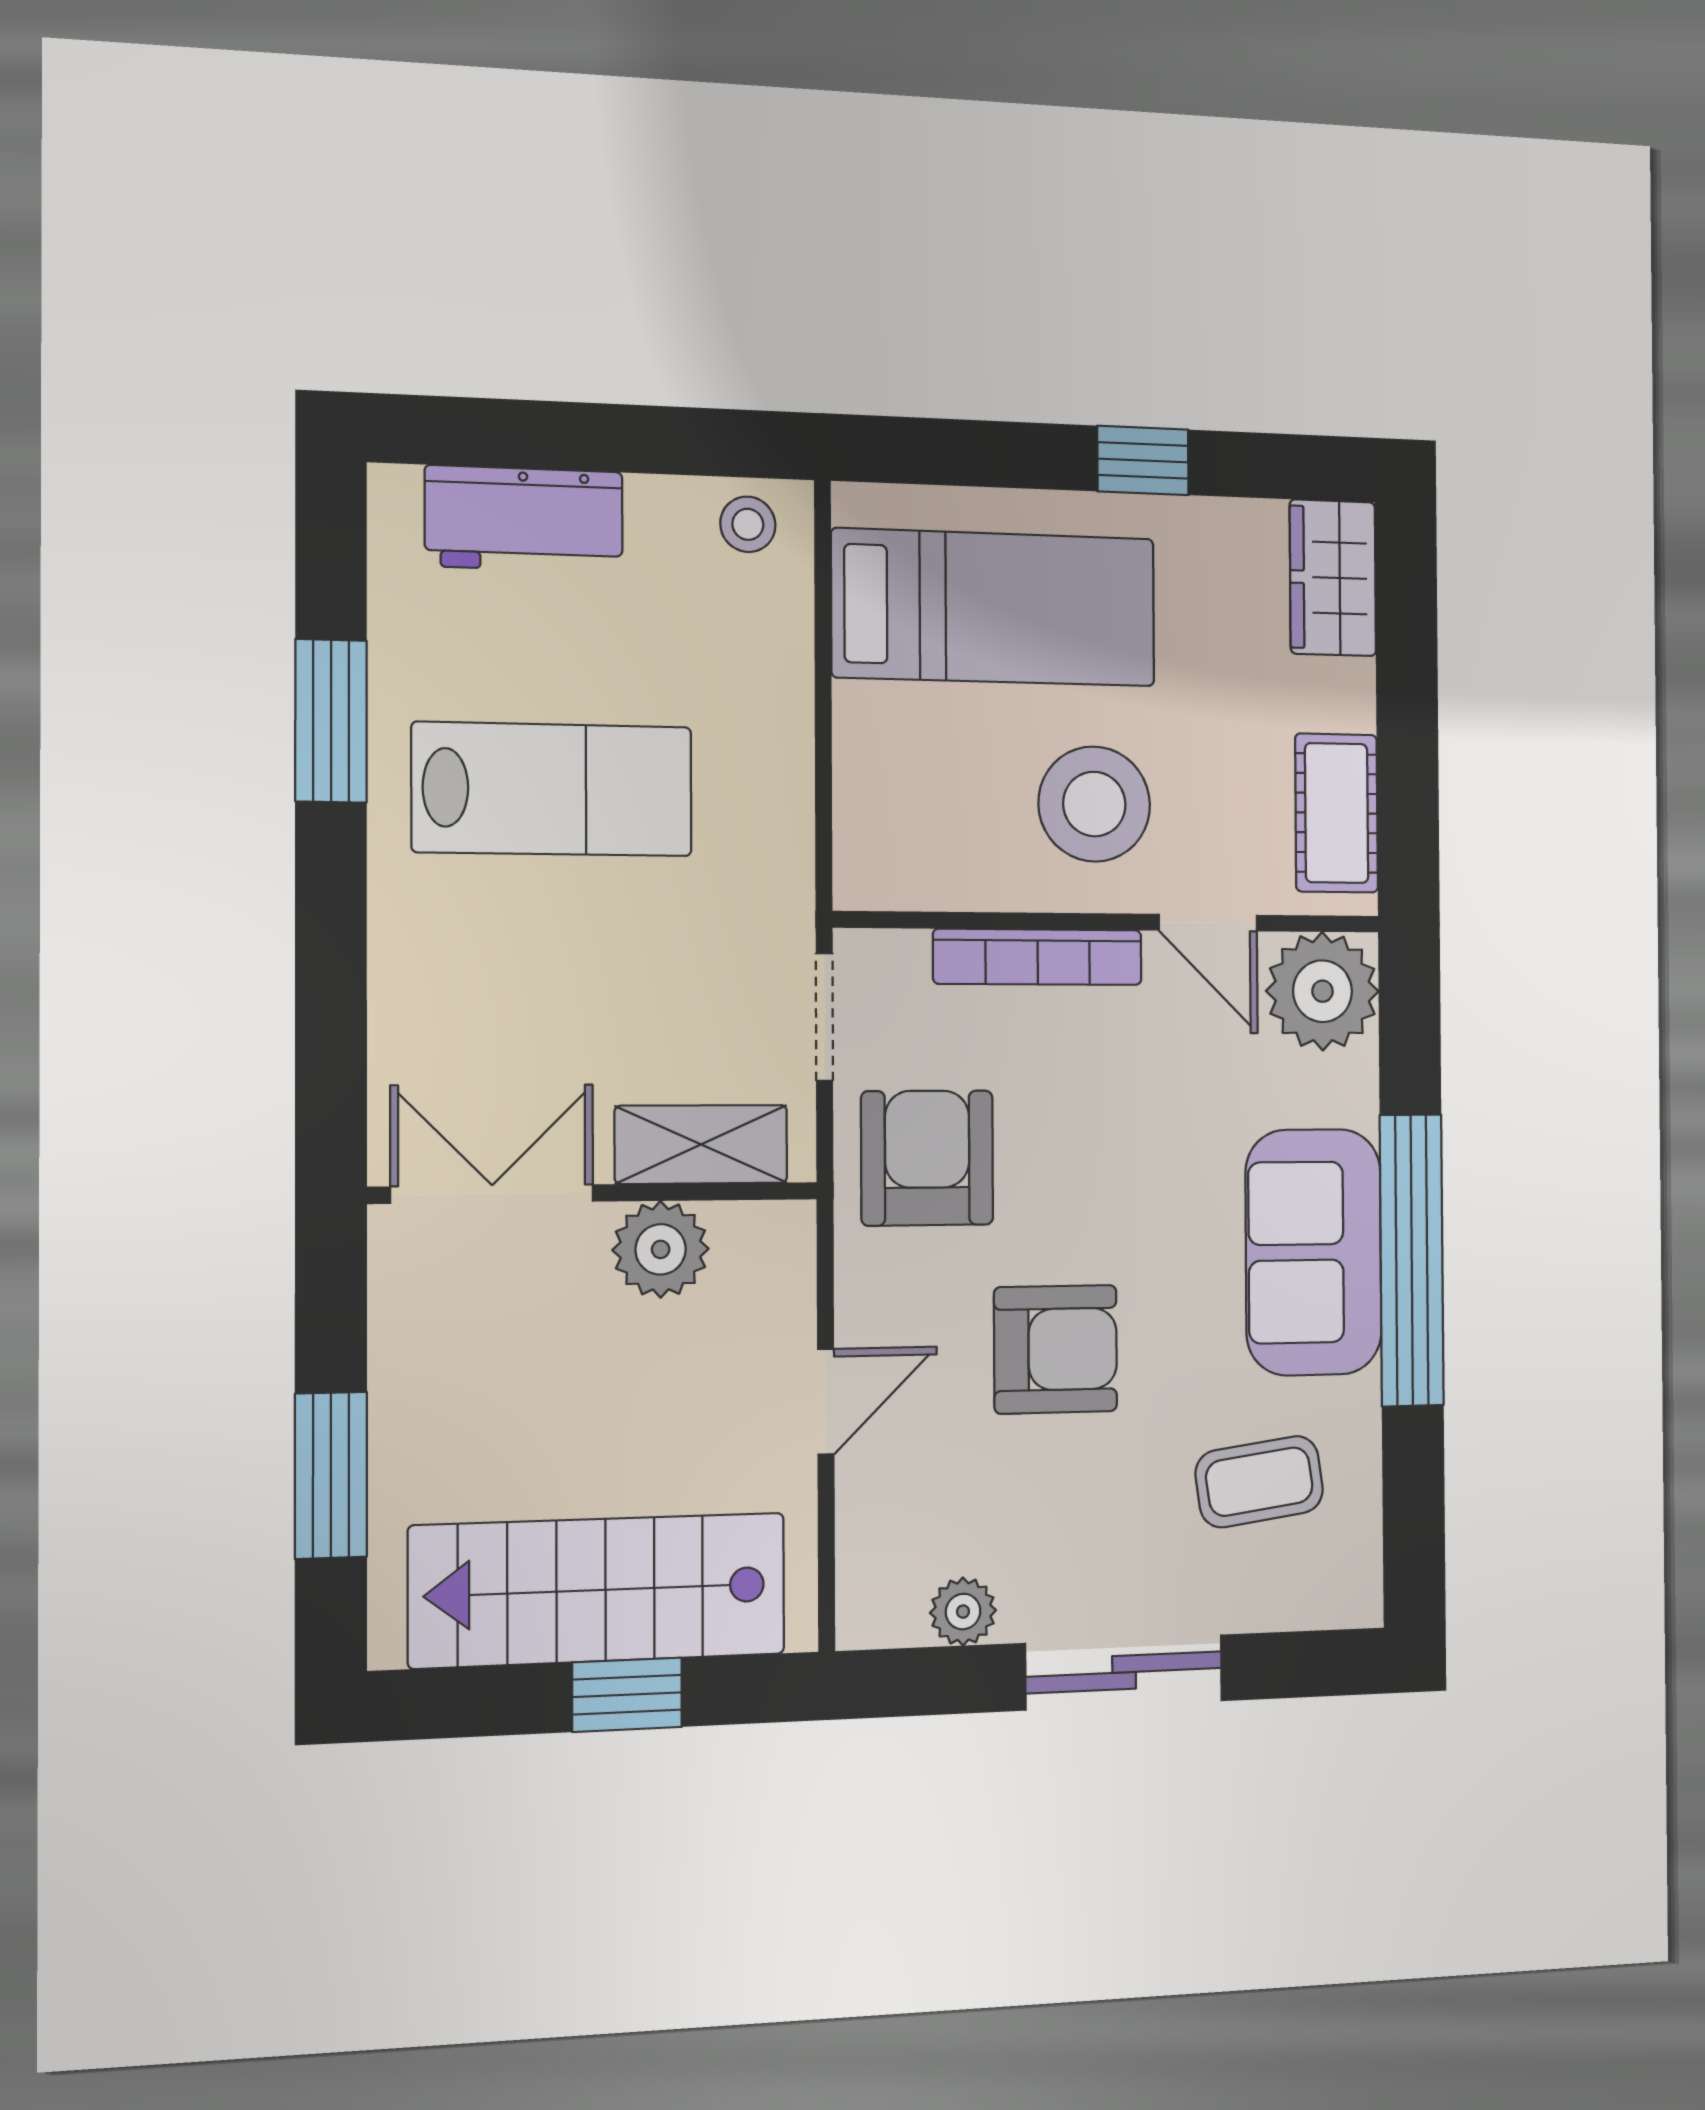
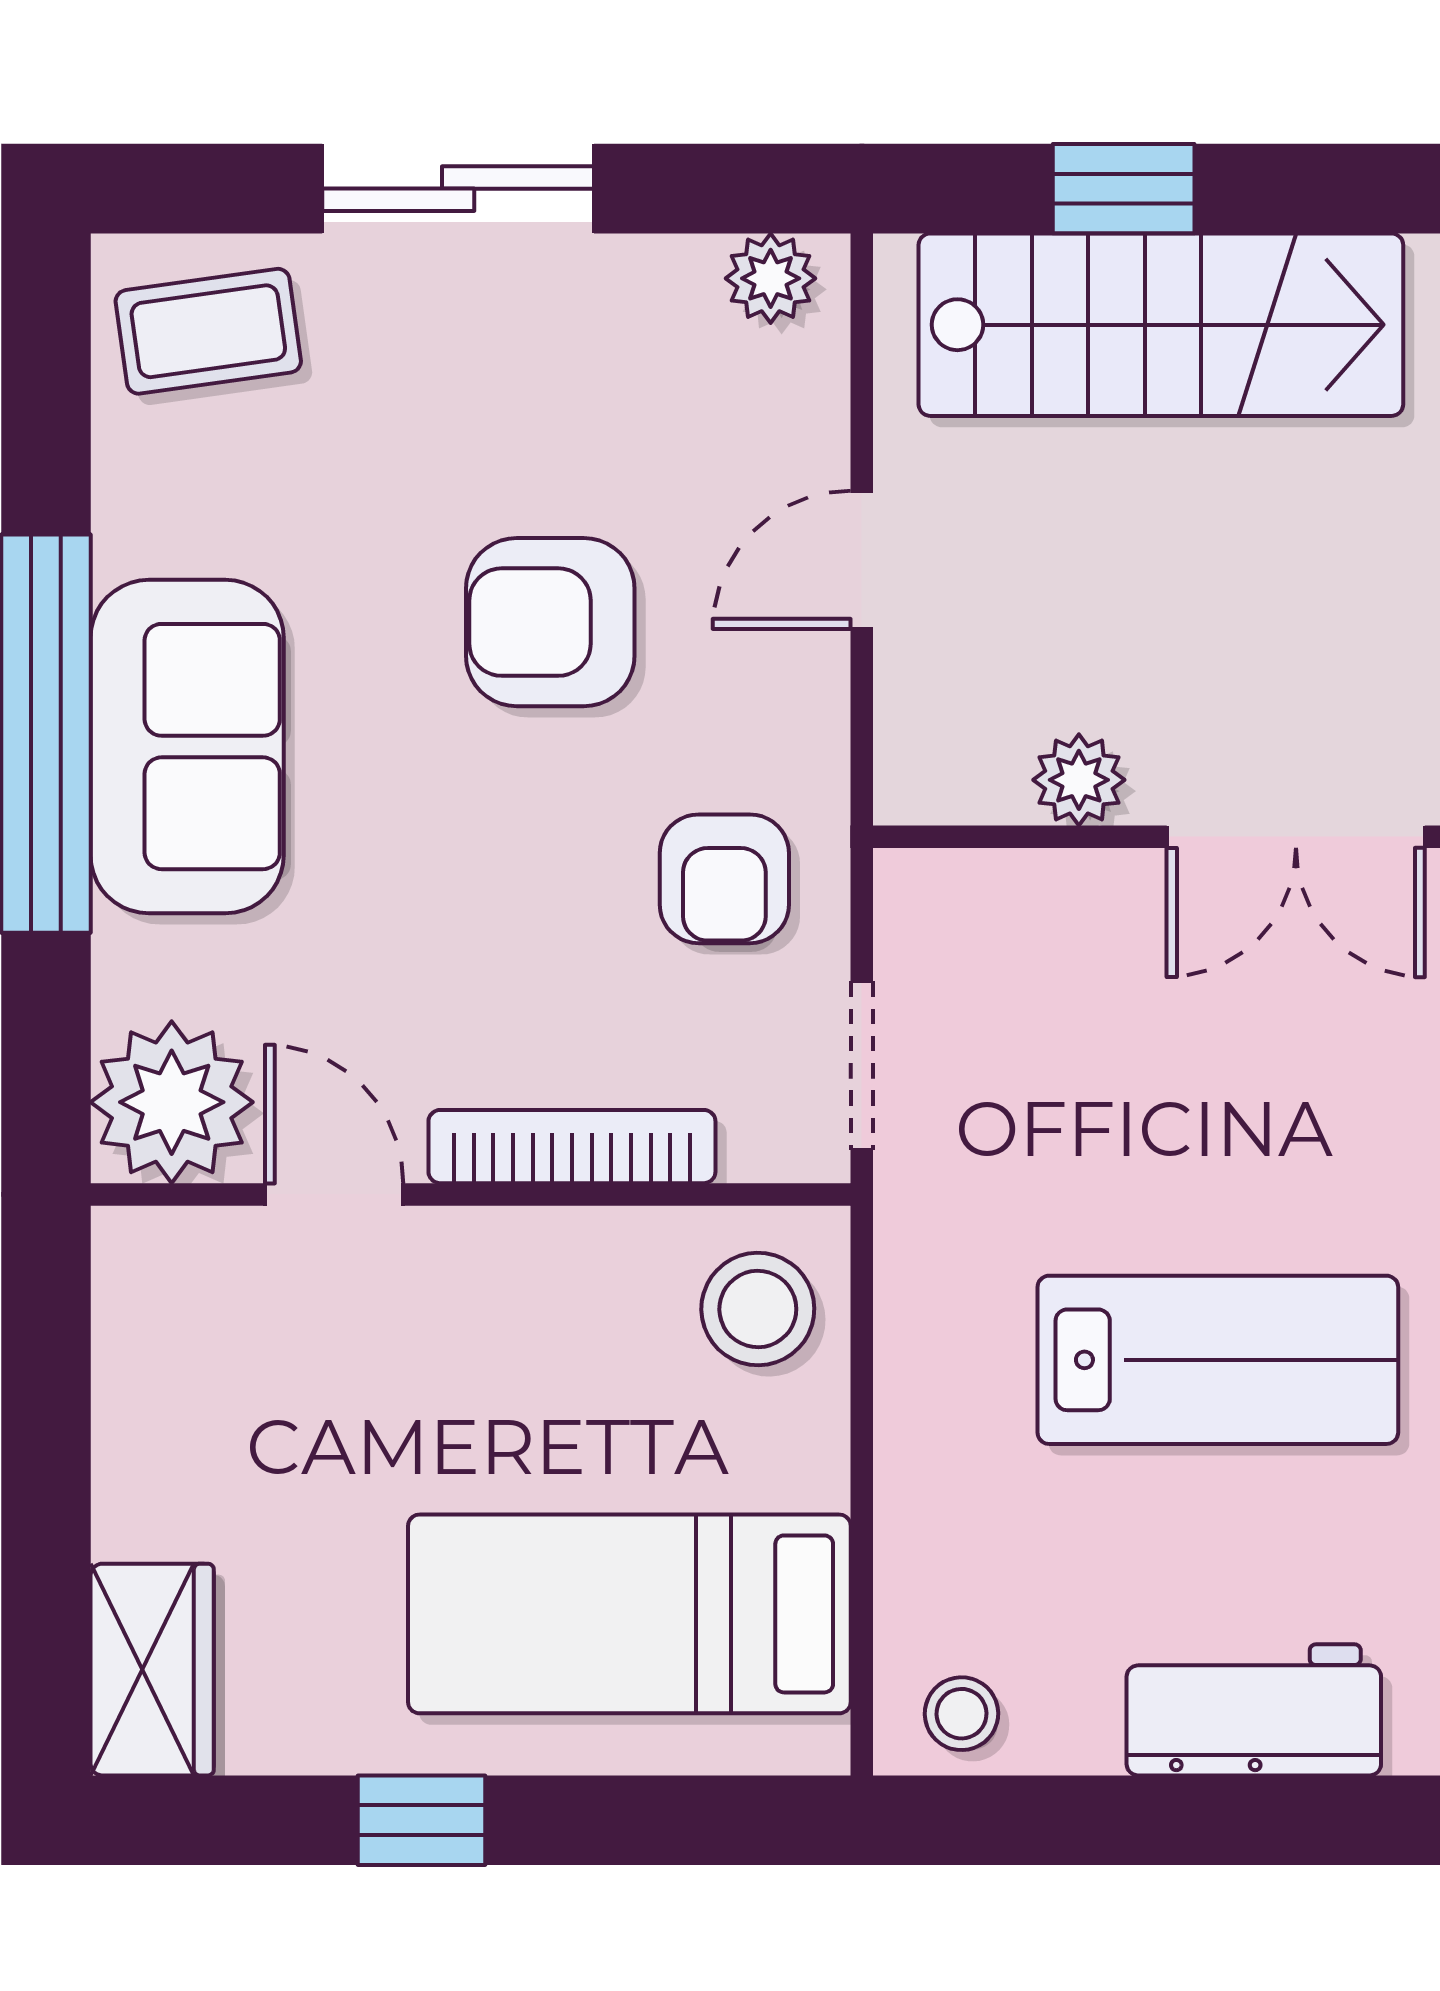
lab bench: (552, 789) -> (1218, 1360), turned 180
stool: (1094, 804) -> (758, 1309), moved, width x0.73, depth x0.73
cot: (1337, 813) -> (150, 1346), removed
shelving: (701, 1144) -> (1025, 899), removed
armchair: (927, 1158) -> (724, 879), width x0.72, depth x0.72
plant: (661, 1249) -> (1079, 780), width x0.73, depth x0.73
coffee table: (1259, 1482) -> (208, 331), moved
plant: (963, 1612) -> (771, 278), moved

